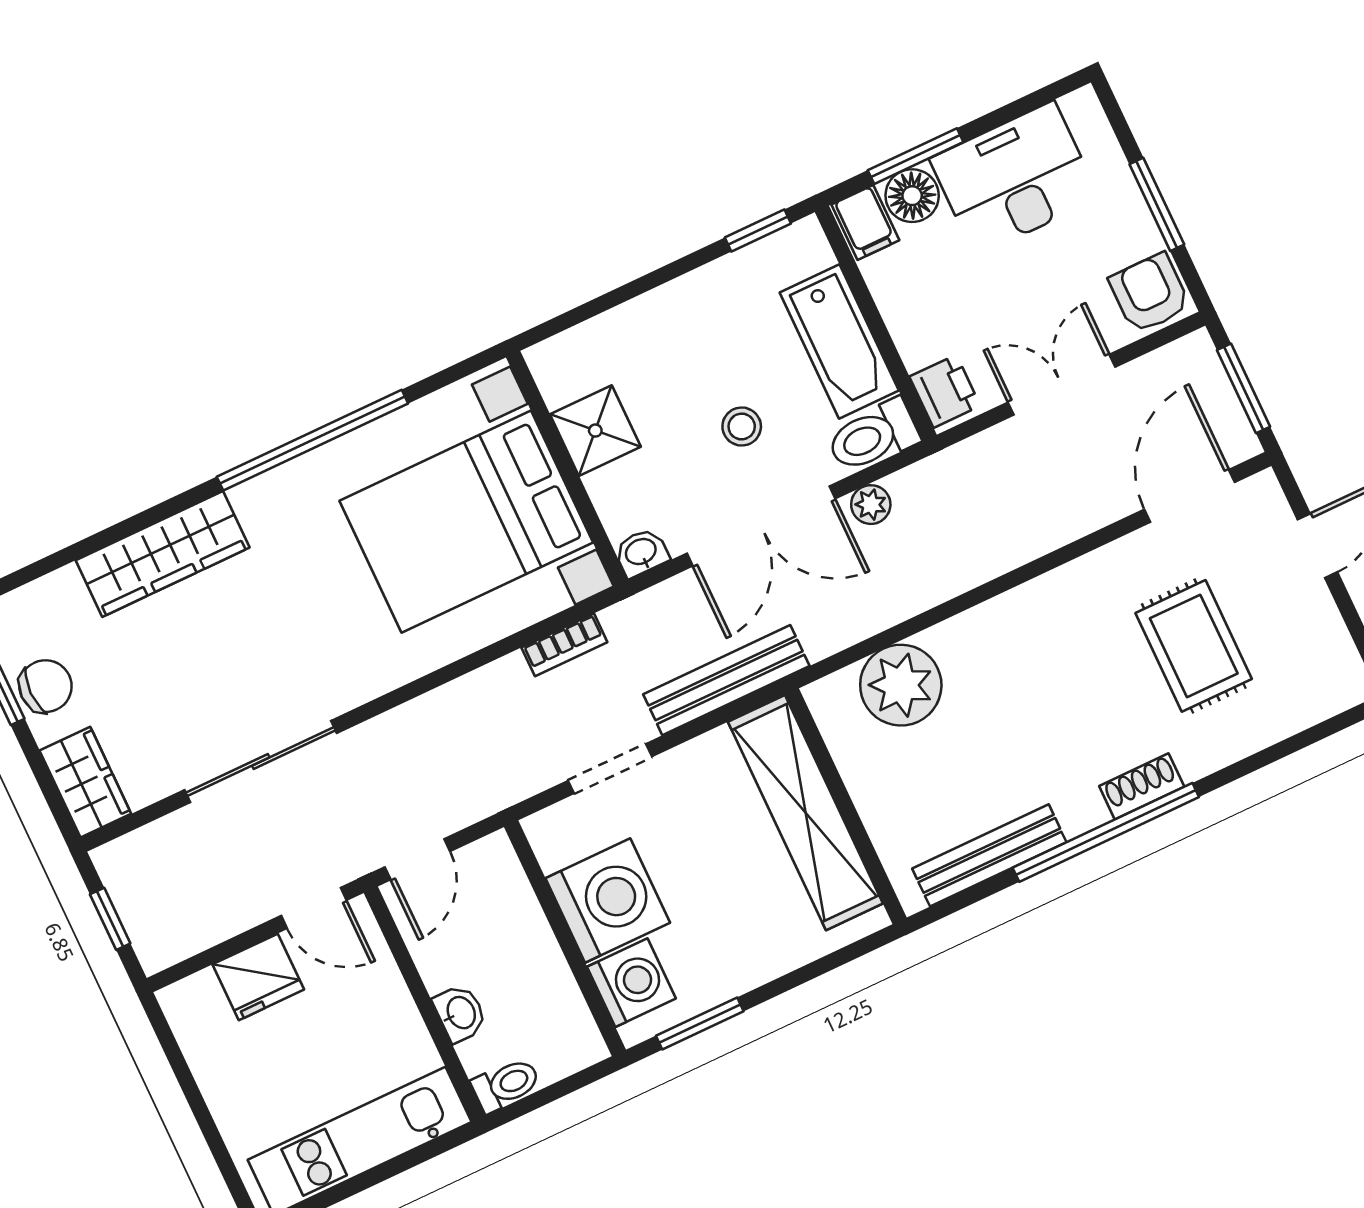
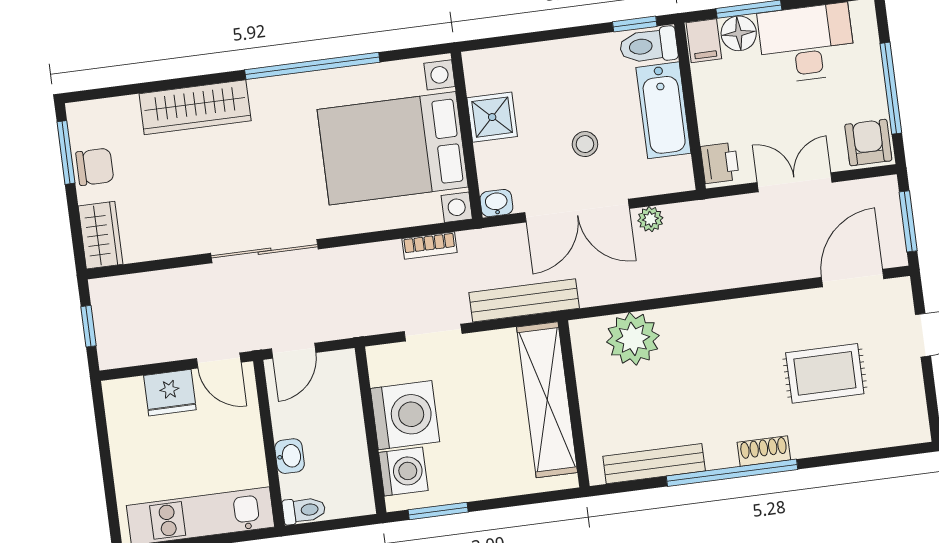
window: (1157, 204) -> (891, 88), width x1.44
toilet: (873, 436) -> (649, 46), moved
rug: (1194, 646) -> (825, 373), turned 90
sliding door: (261, 761) -> (264, 251), moved

